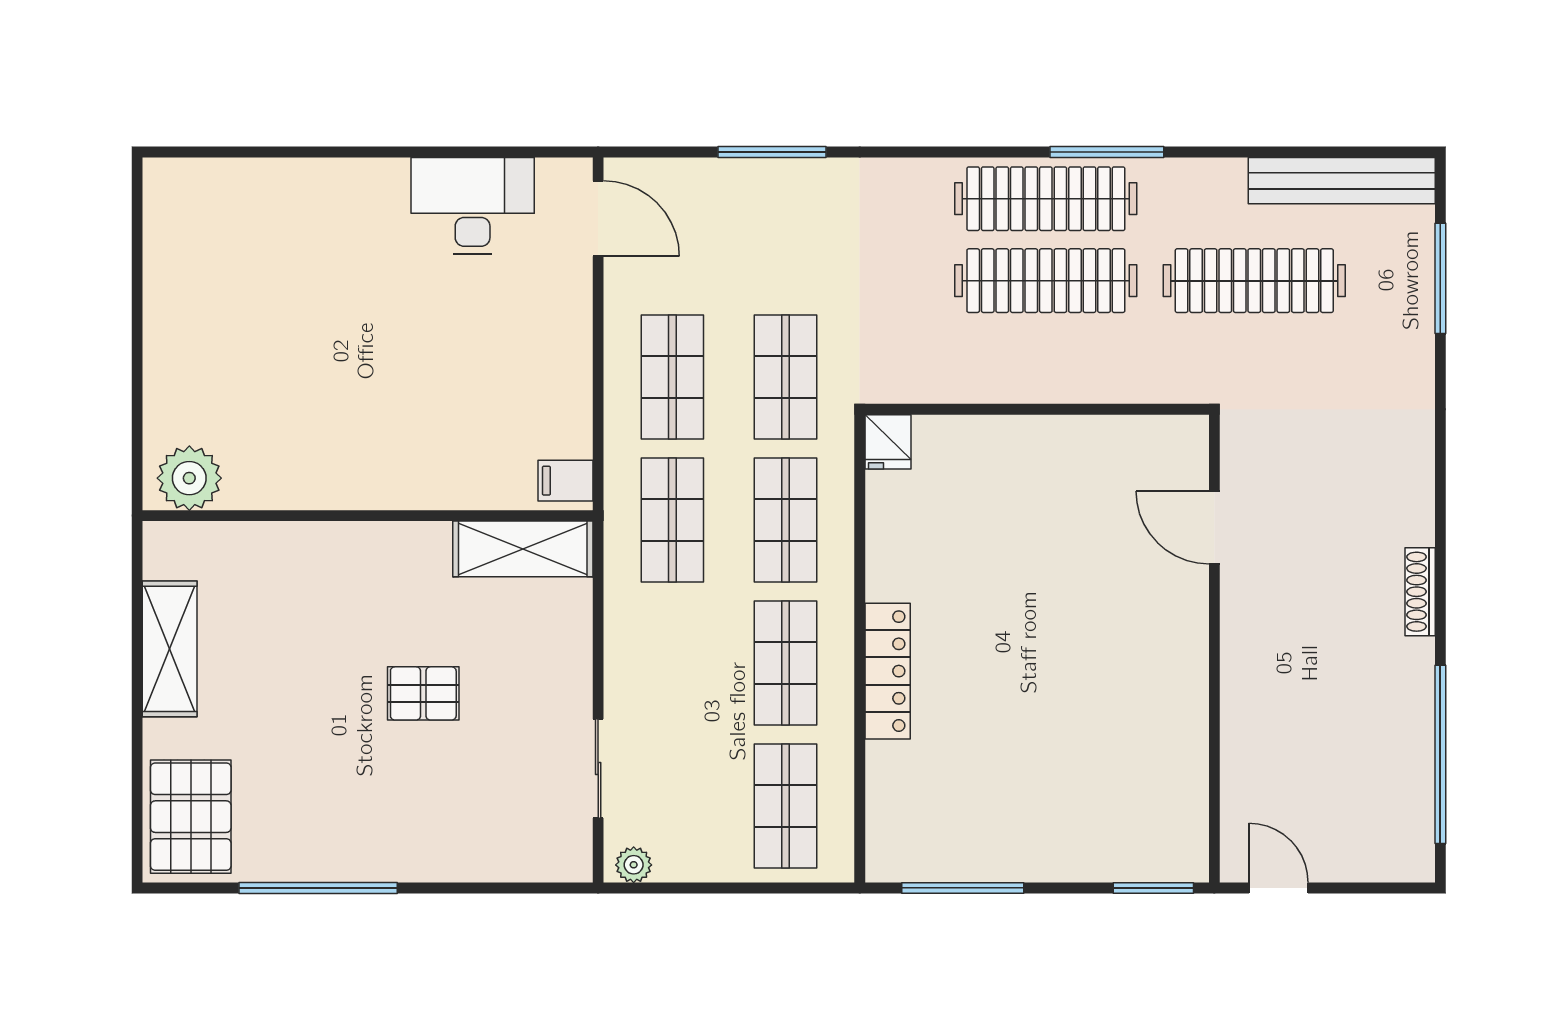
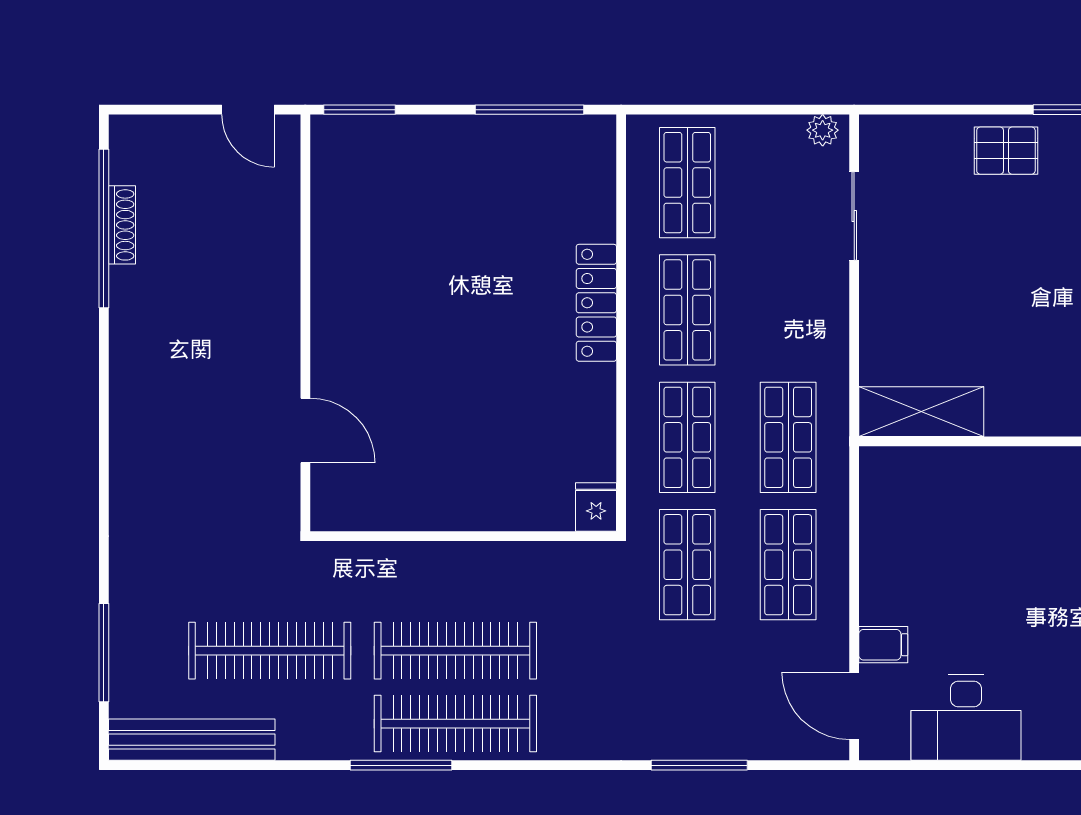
filing cabinet: (566, 481) -> (883, 645), moved
shoe rack: (1420, 592) -> (122, 225), moved
pallet: (423, 693) -> (1006, 151), moved

